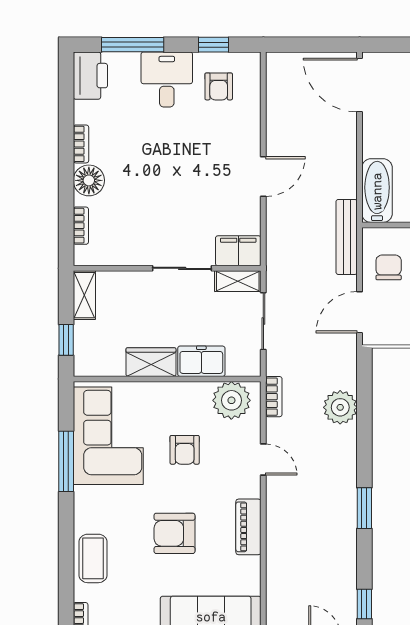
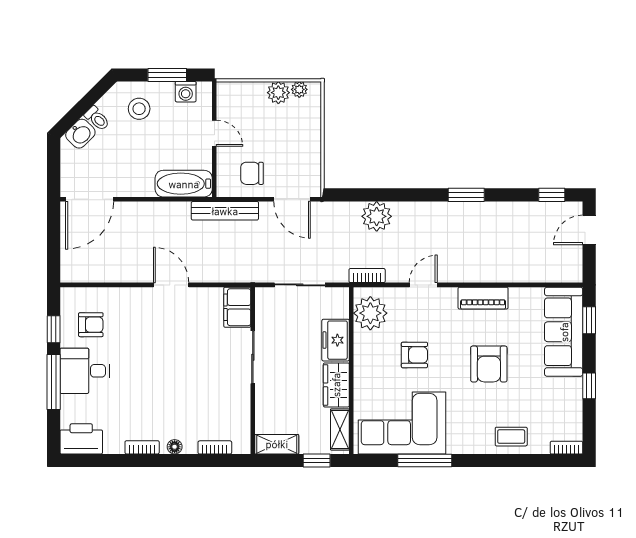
window: (133, 45) -> (54, 382), moved
floor lamp: (89, 180) -> (175, 447), width x0.53, depth x0.53
shelving: (238, 281) -> (340, 429), moved
coffee table: (93, 558) -> (511, 437), width x0.73, depth x0.77

